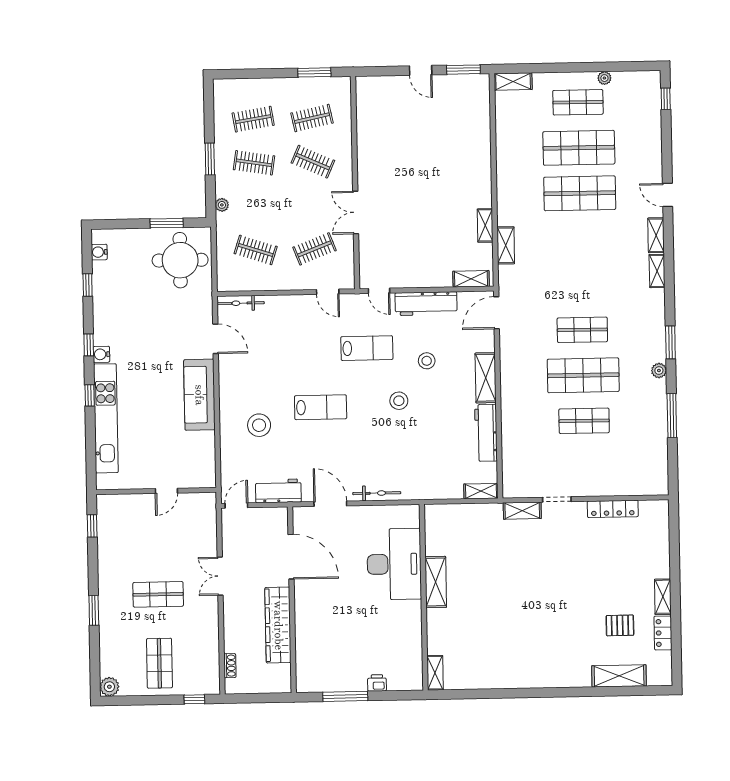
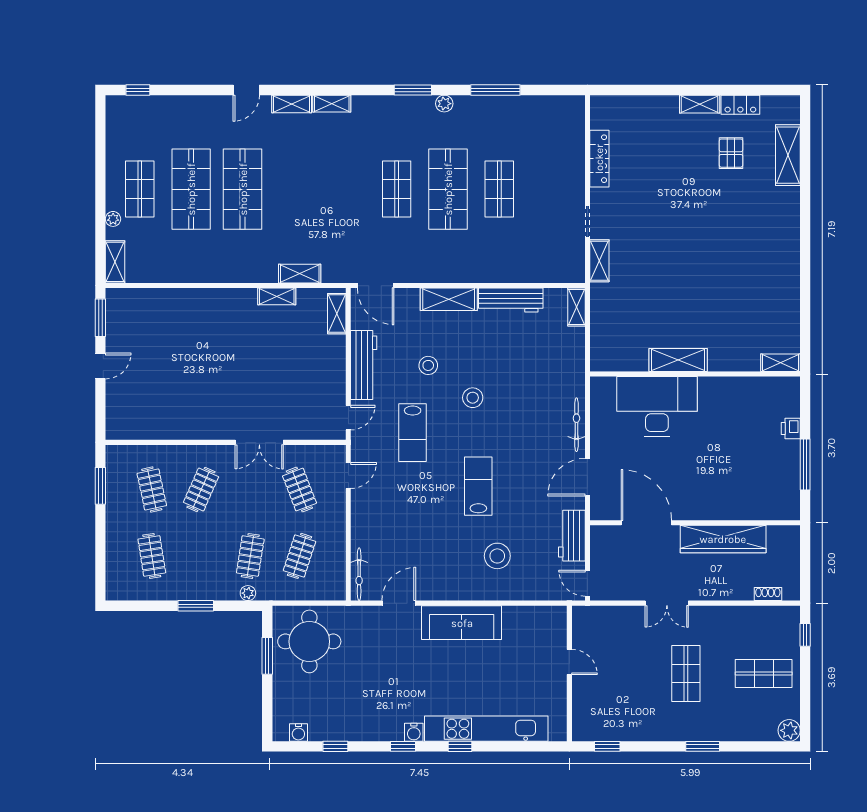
plant: (604, 78) -> (113, 219), moved
clothes rail: (254, 163) -> (250, 556), moved
lab bench: (367, 348) -> (413, 433), turned 180
door: (291, 557) -> (646, 523), hinge flipped

